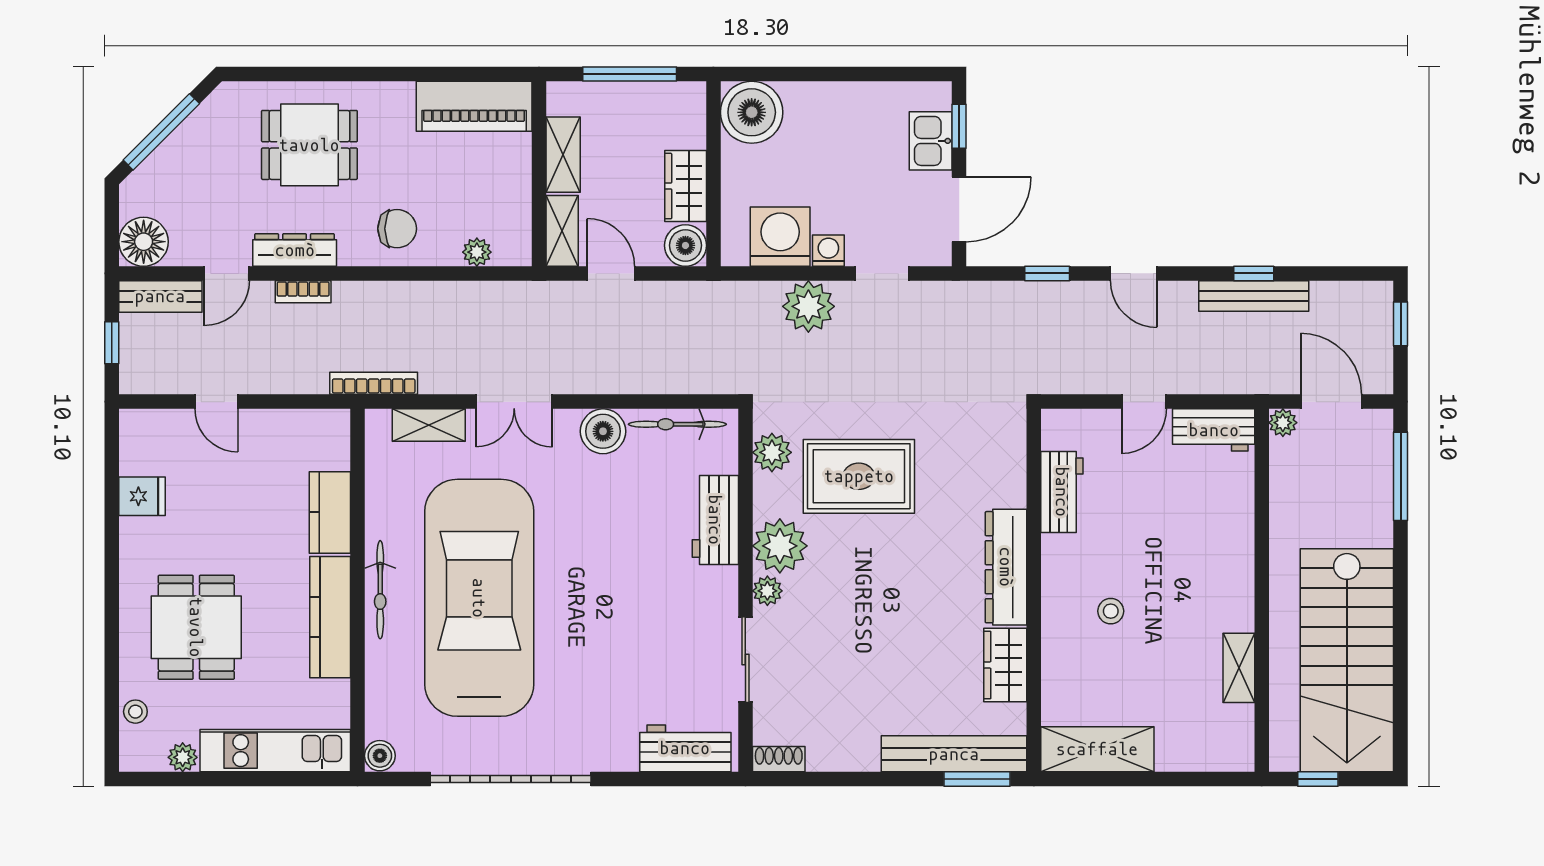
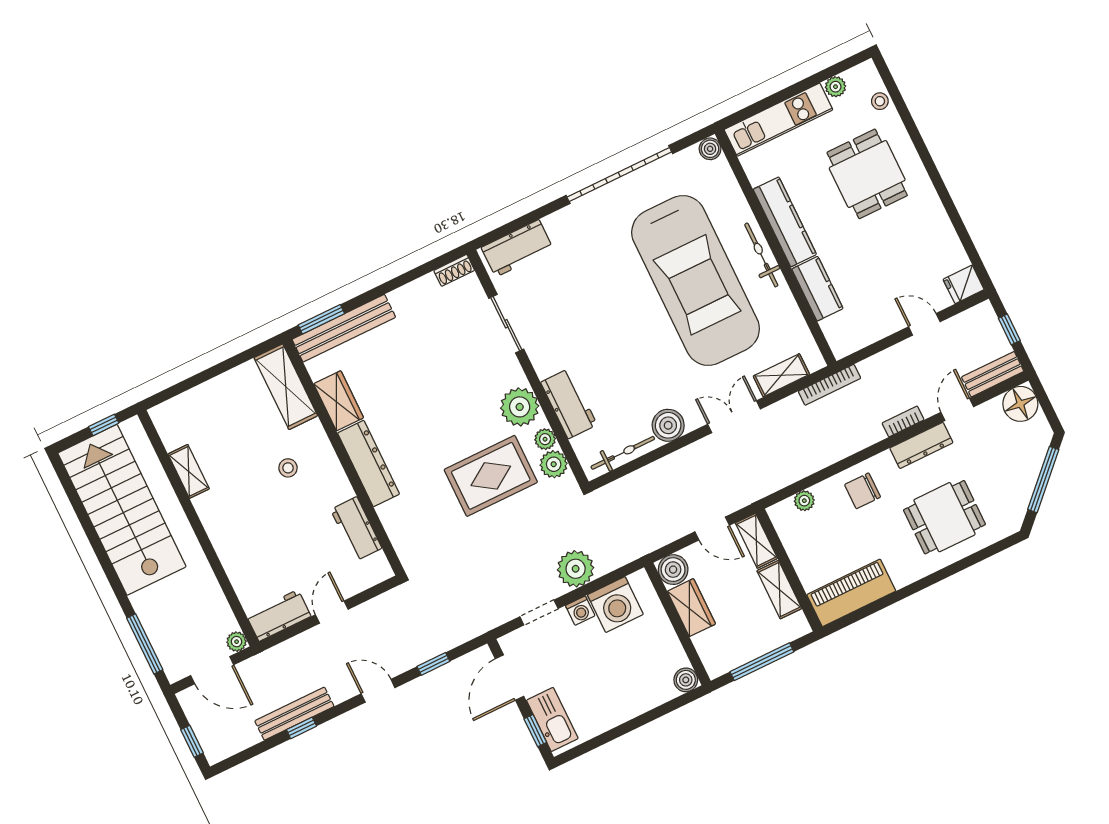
boiler: (752, 112) -> (686, 680), width x0.54, depth x0.54
kitchen sink: (931, 141) -> (552, 719), width x1.38
fridge: (142, 496) -> (964, 284), moved
plant: (767, 591) -> (545, 439), moved
shelving: (1097, 749) -> (286, 387), moved, turned 90

